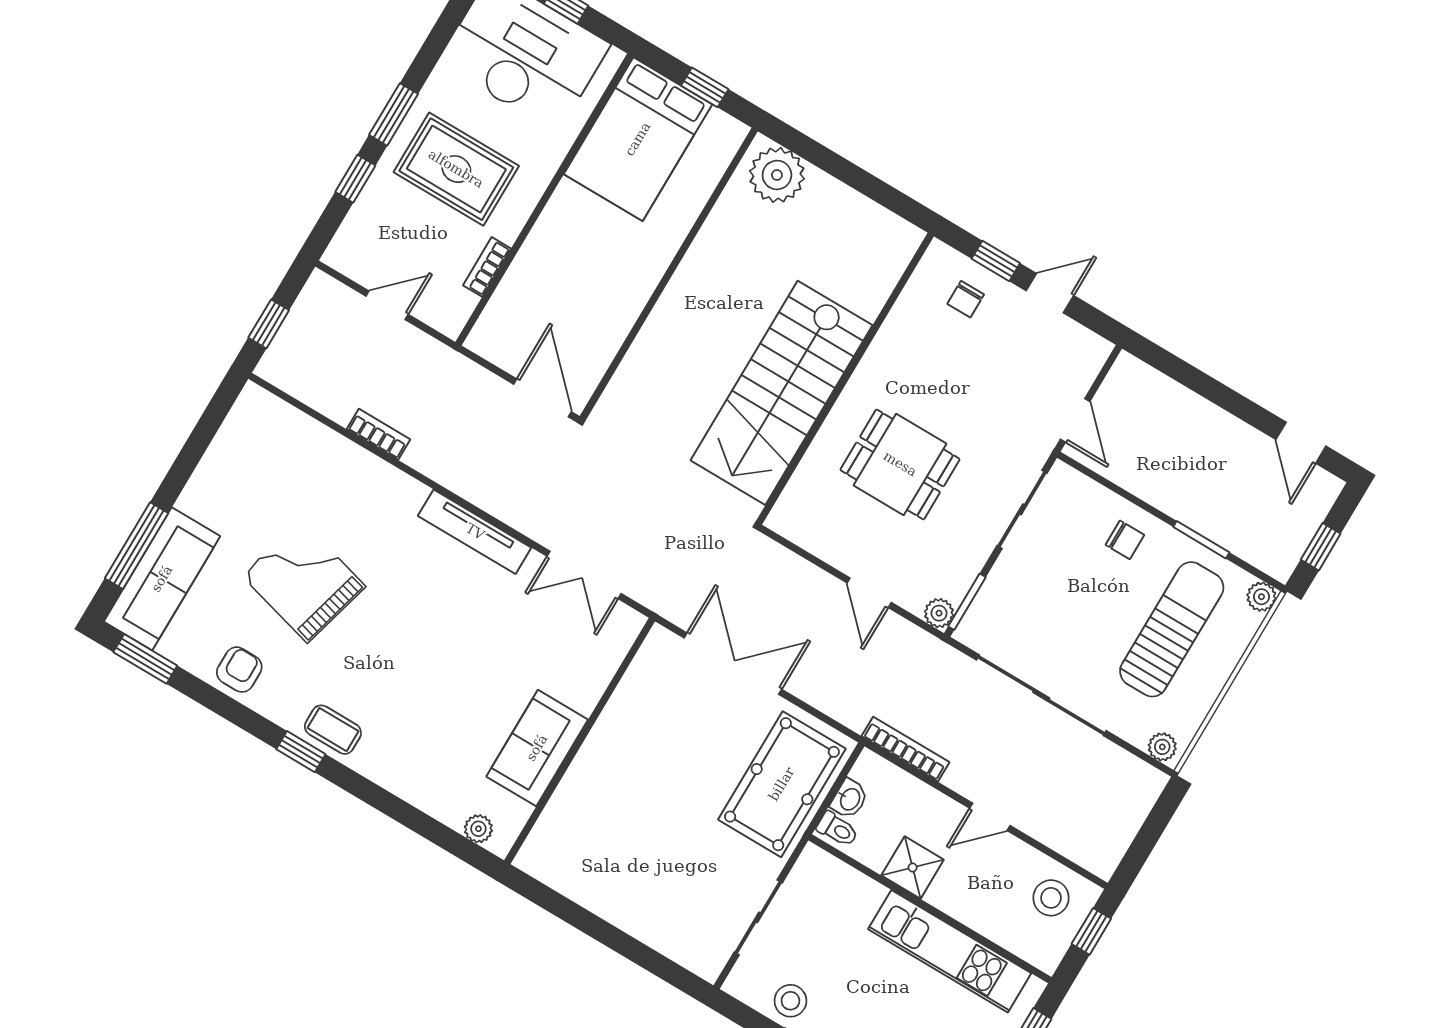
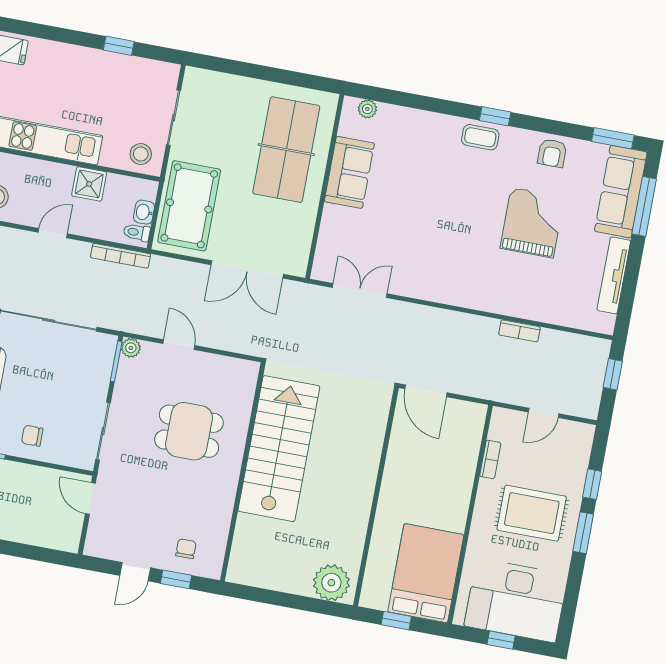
tv unit: (475, 532) -> (614, 275), moved, turned -90
grand piano: (304, 581) -> (532, 223), turned -105
table tennis table: (615, 813) -> (286, 150), added
toilet: (837, 829) -> (137, 232), moved
stool: (790, 1001) -> (141, 154), moved

